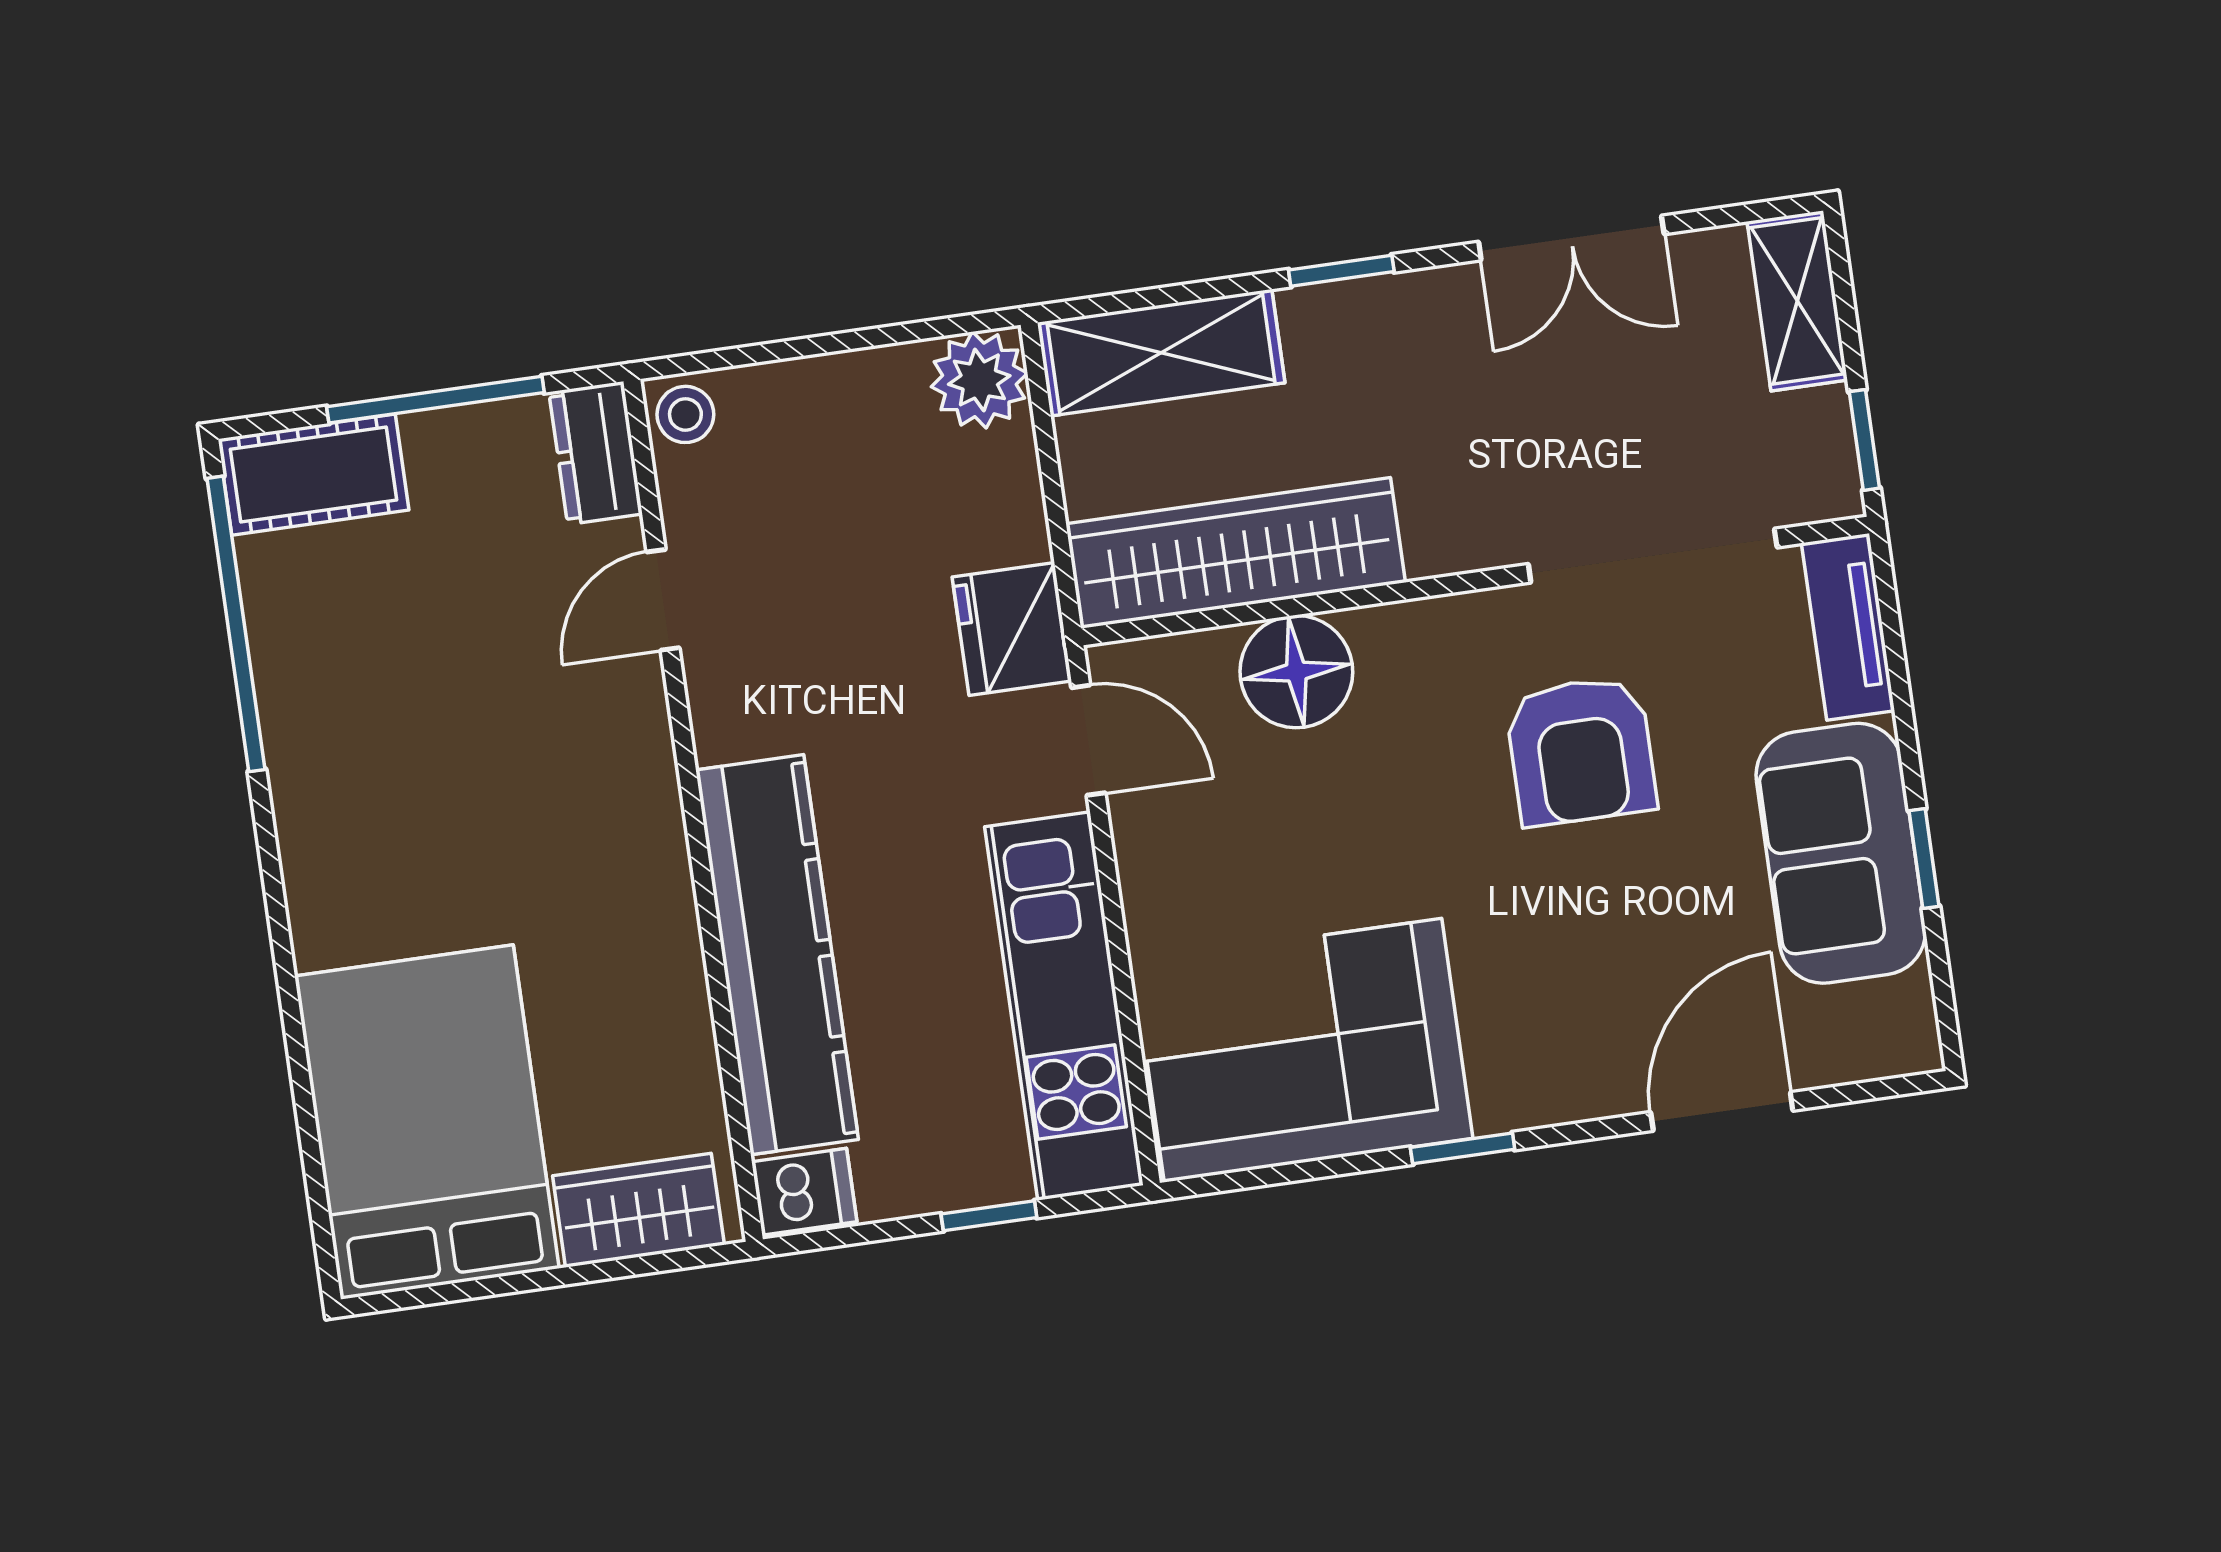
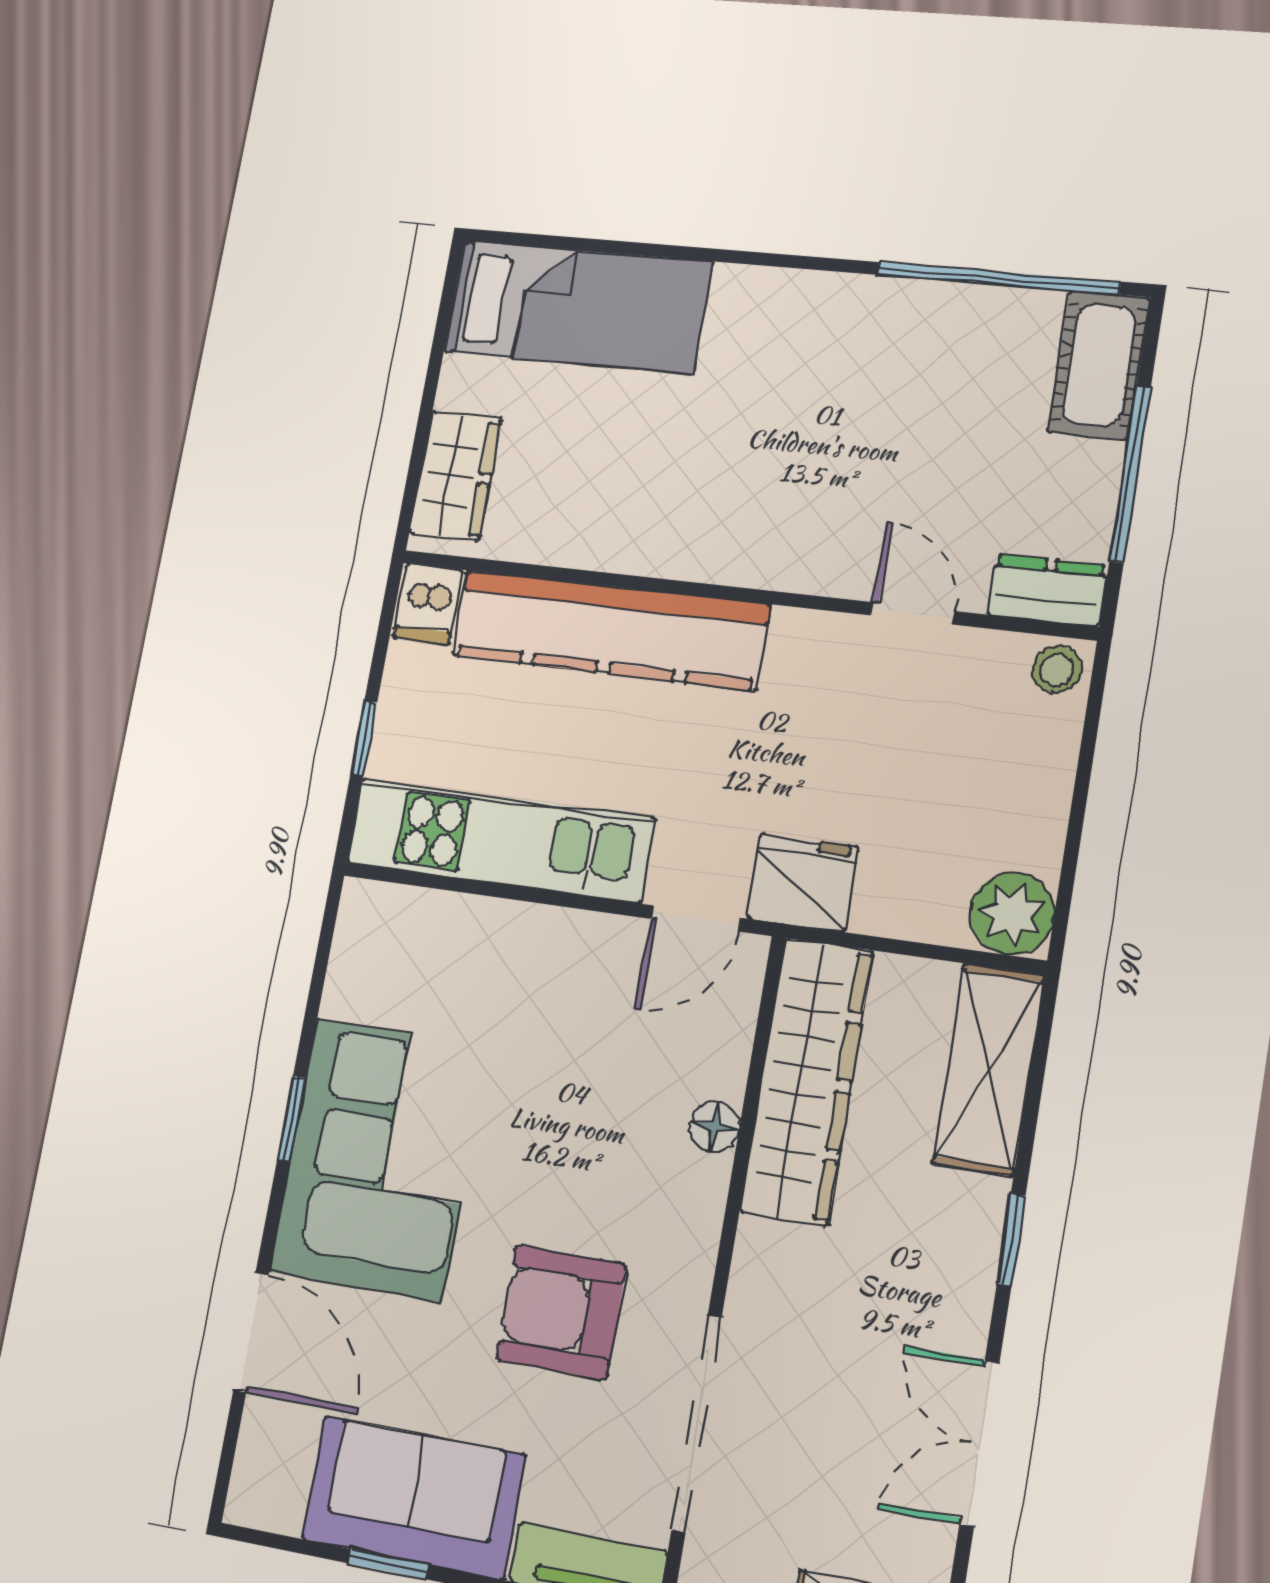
floor lamp: (1296, 672) -> (714, 1127), width x0.53, depth x0.53
corner sofa: (1303, 1050) -> (379, 1159), moved
bed: (427, 1122) -> (577, 307), width x0.67

